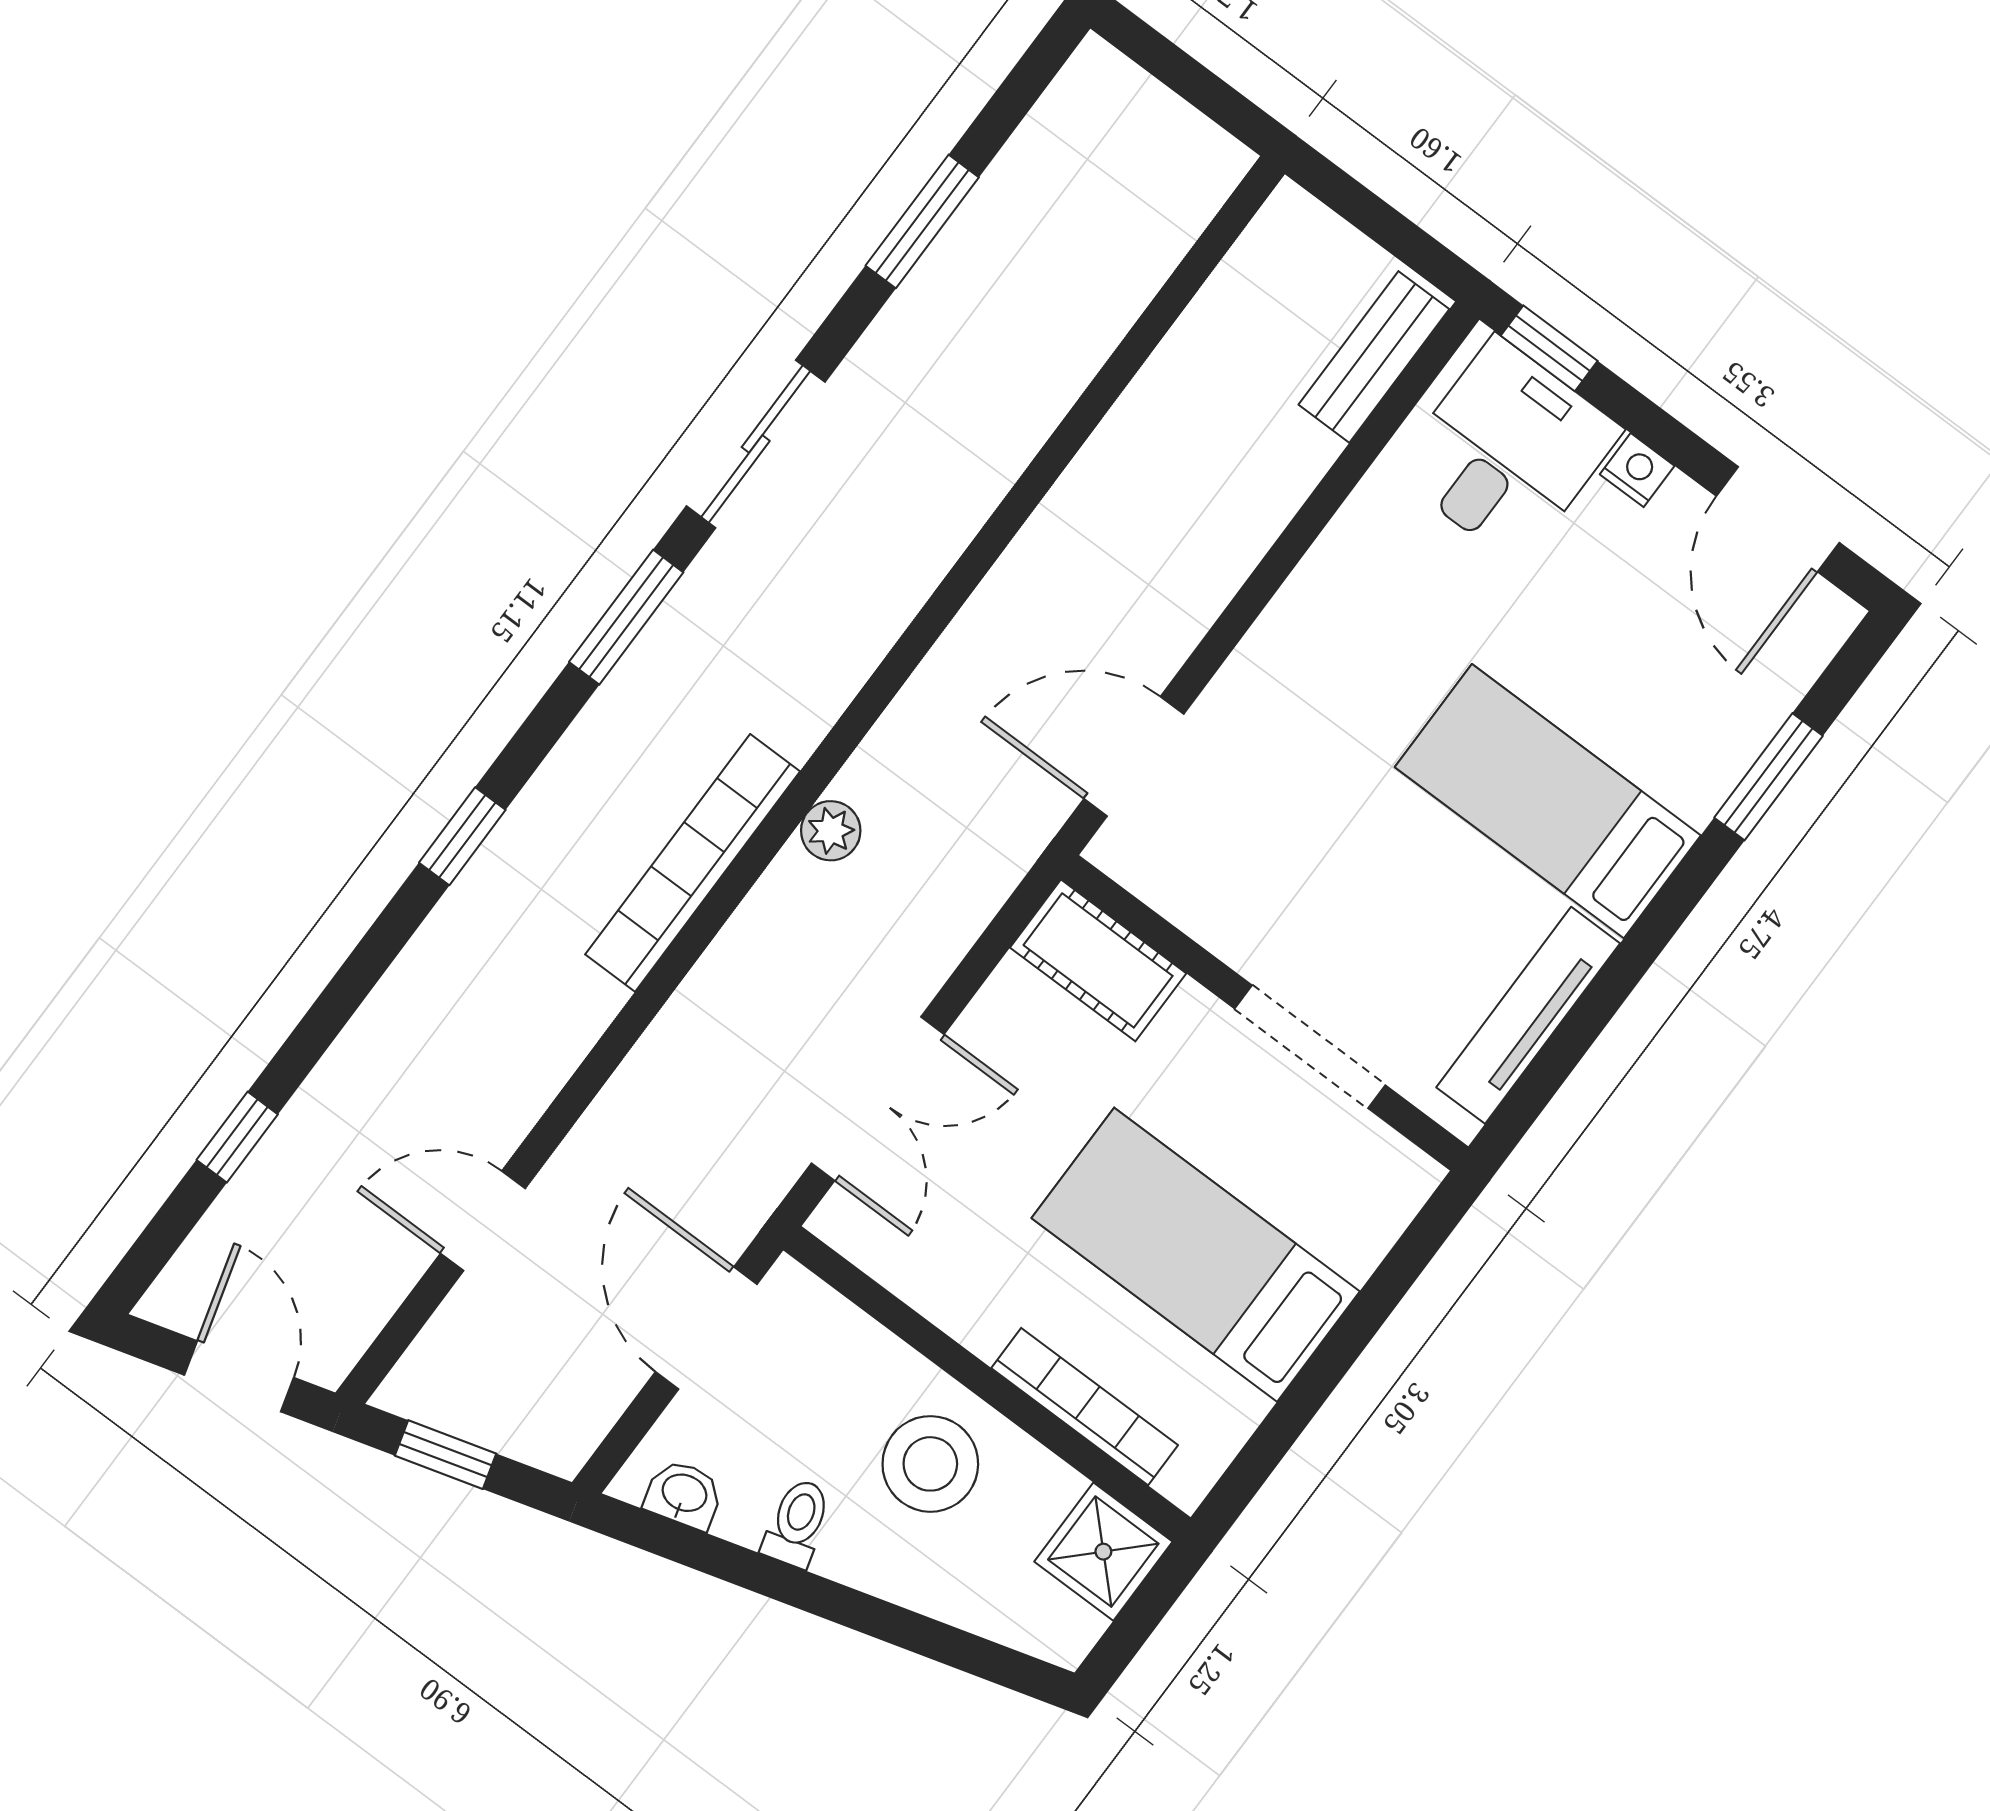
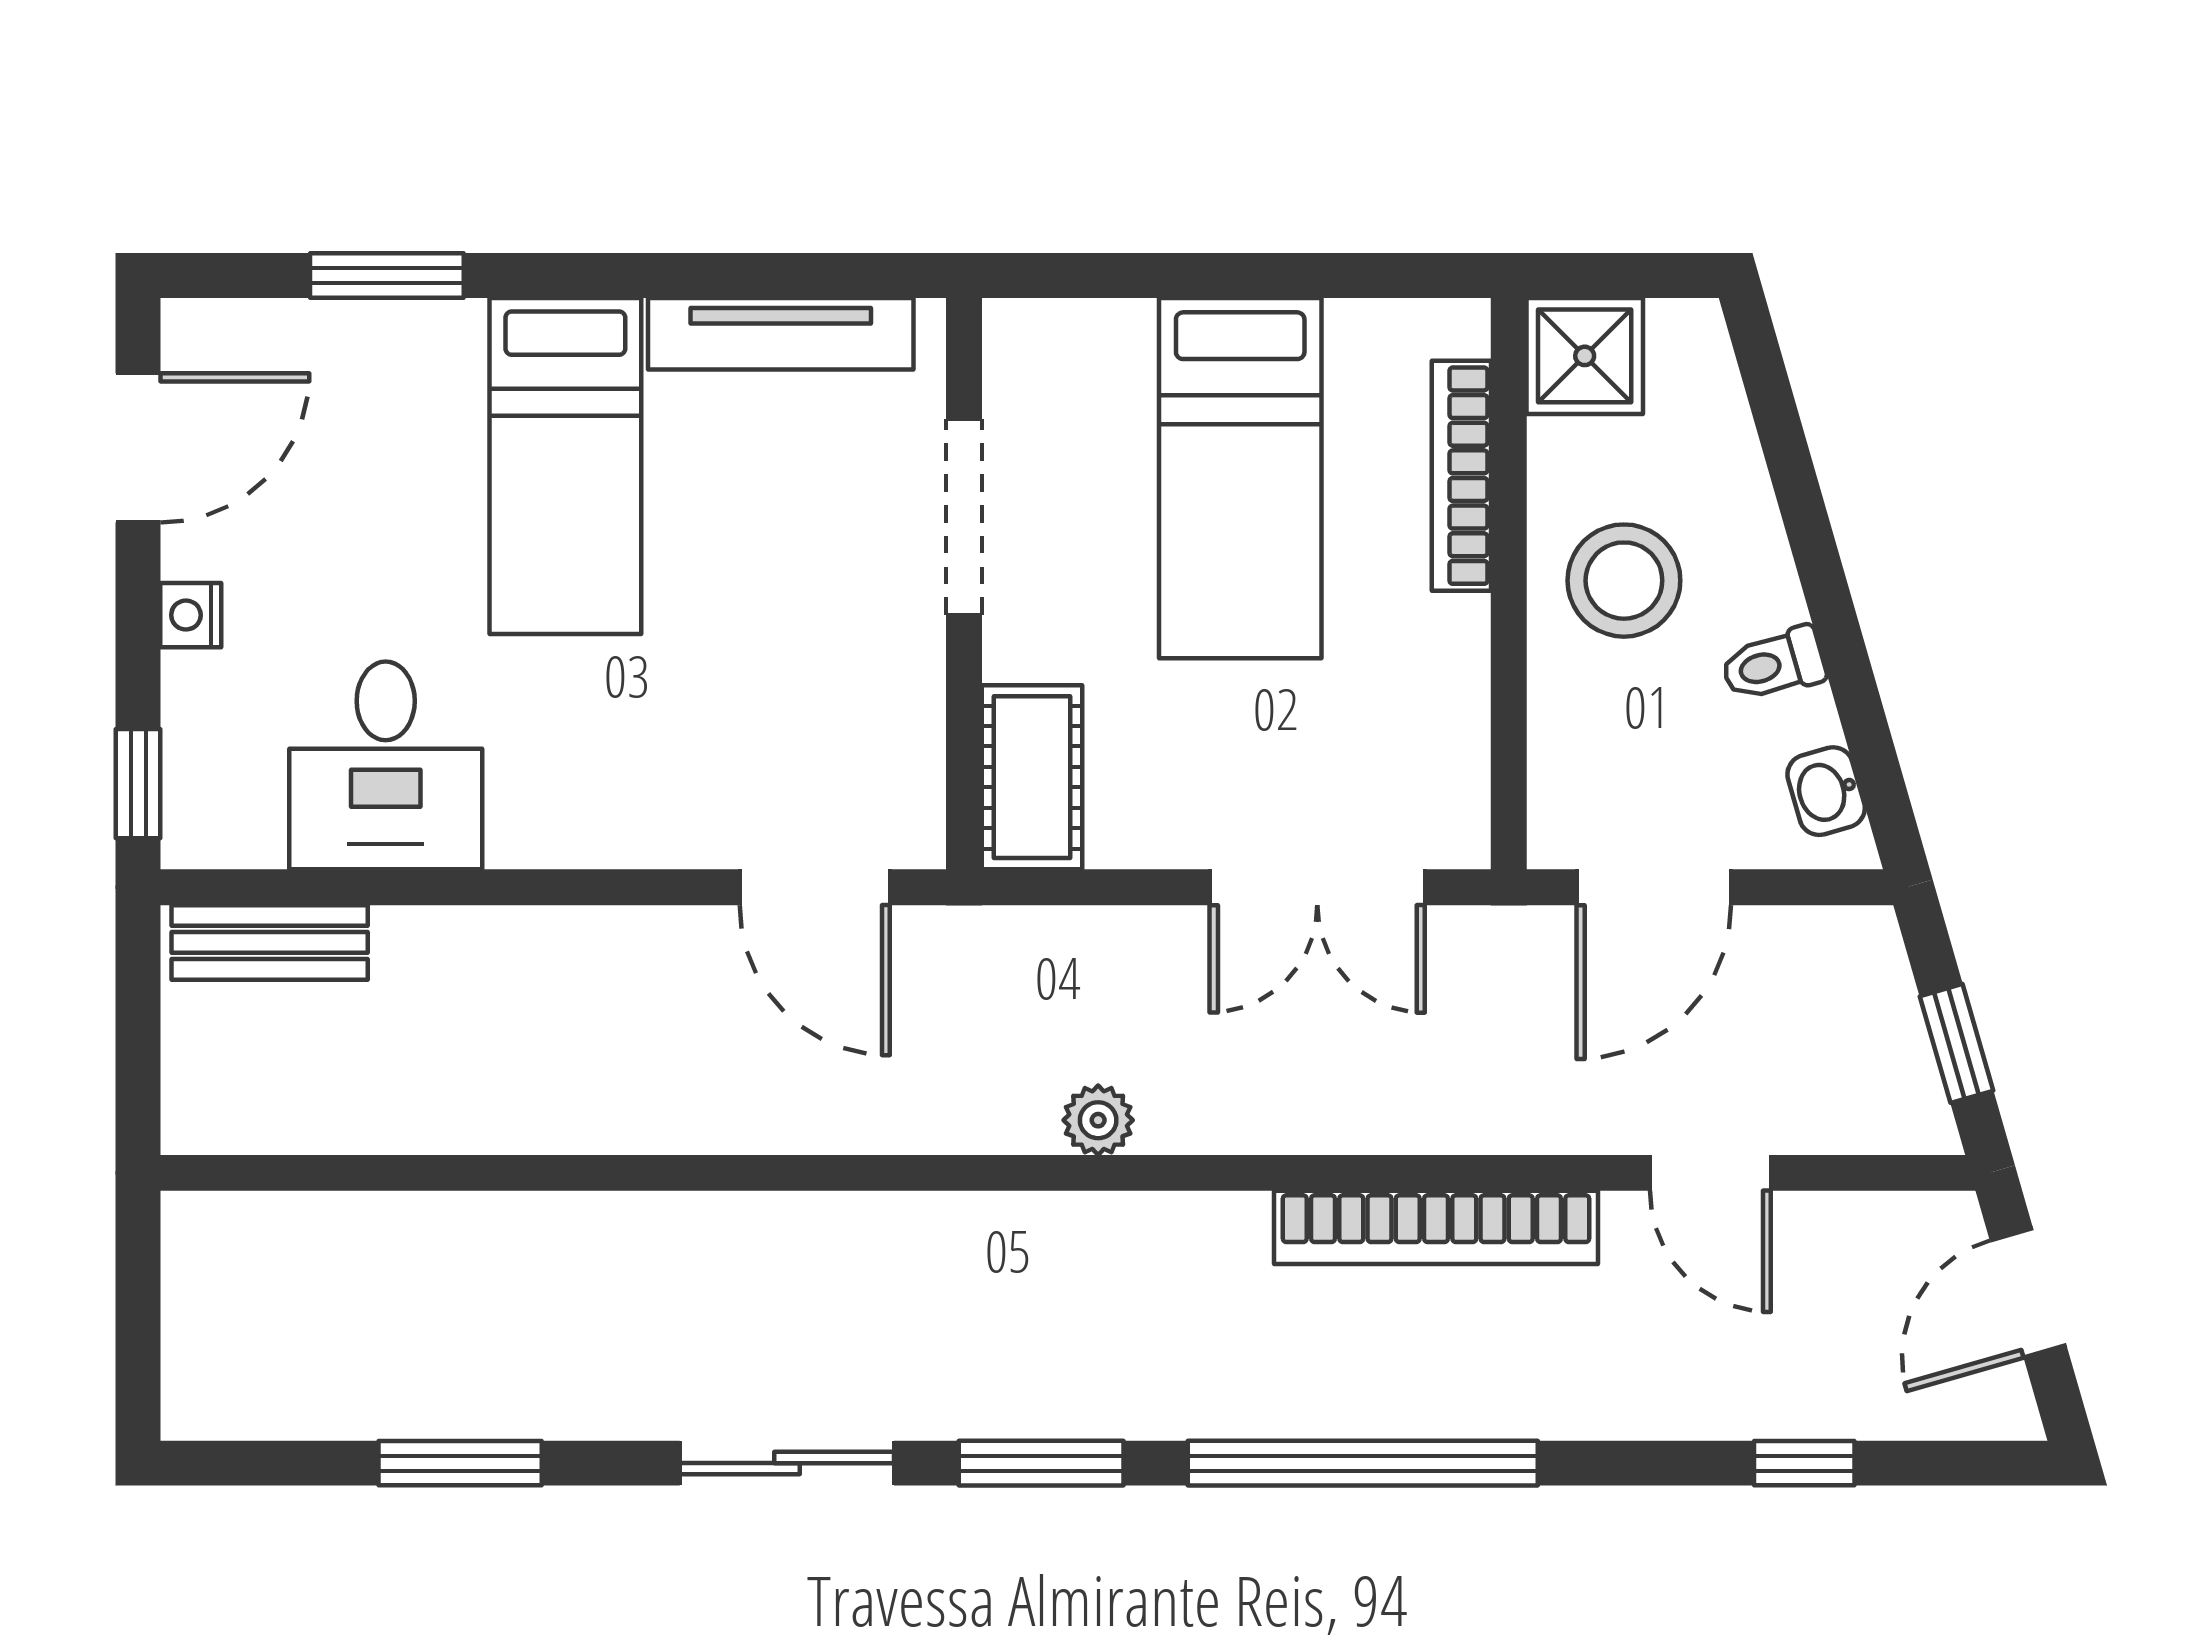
desk: (1507, 451) -> (386, 765), moved, turned -90
window: (462, 836) -> (1363, 1463), width x3.17
bookcase: (693, 863) -> (1436, 1227), moved
double door: (878, 1099) -> (1317, 887), swing flipped

